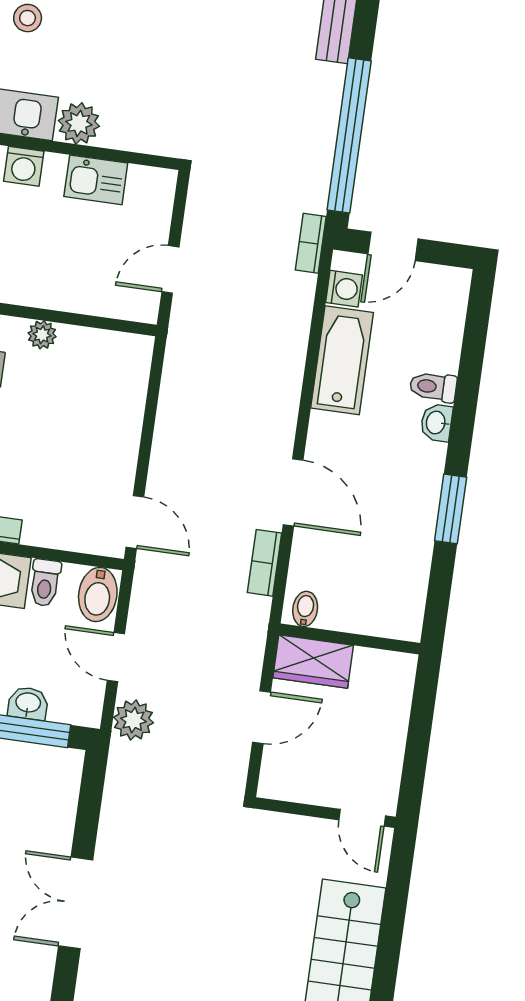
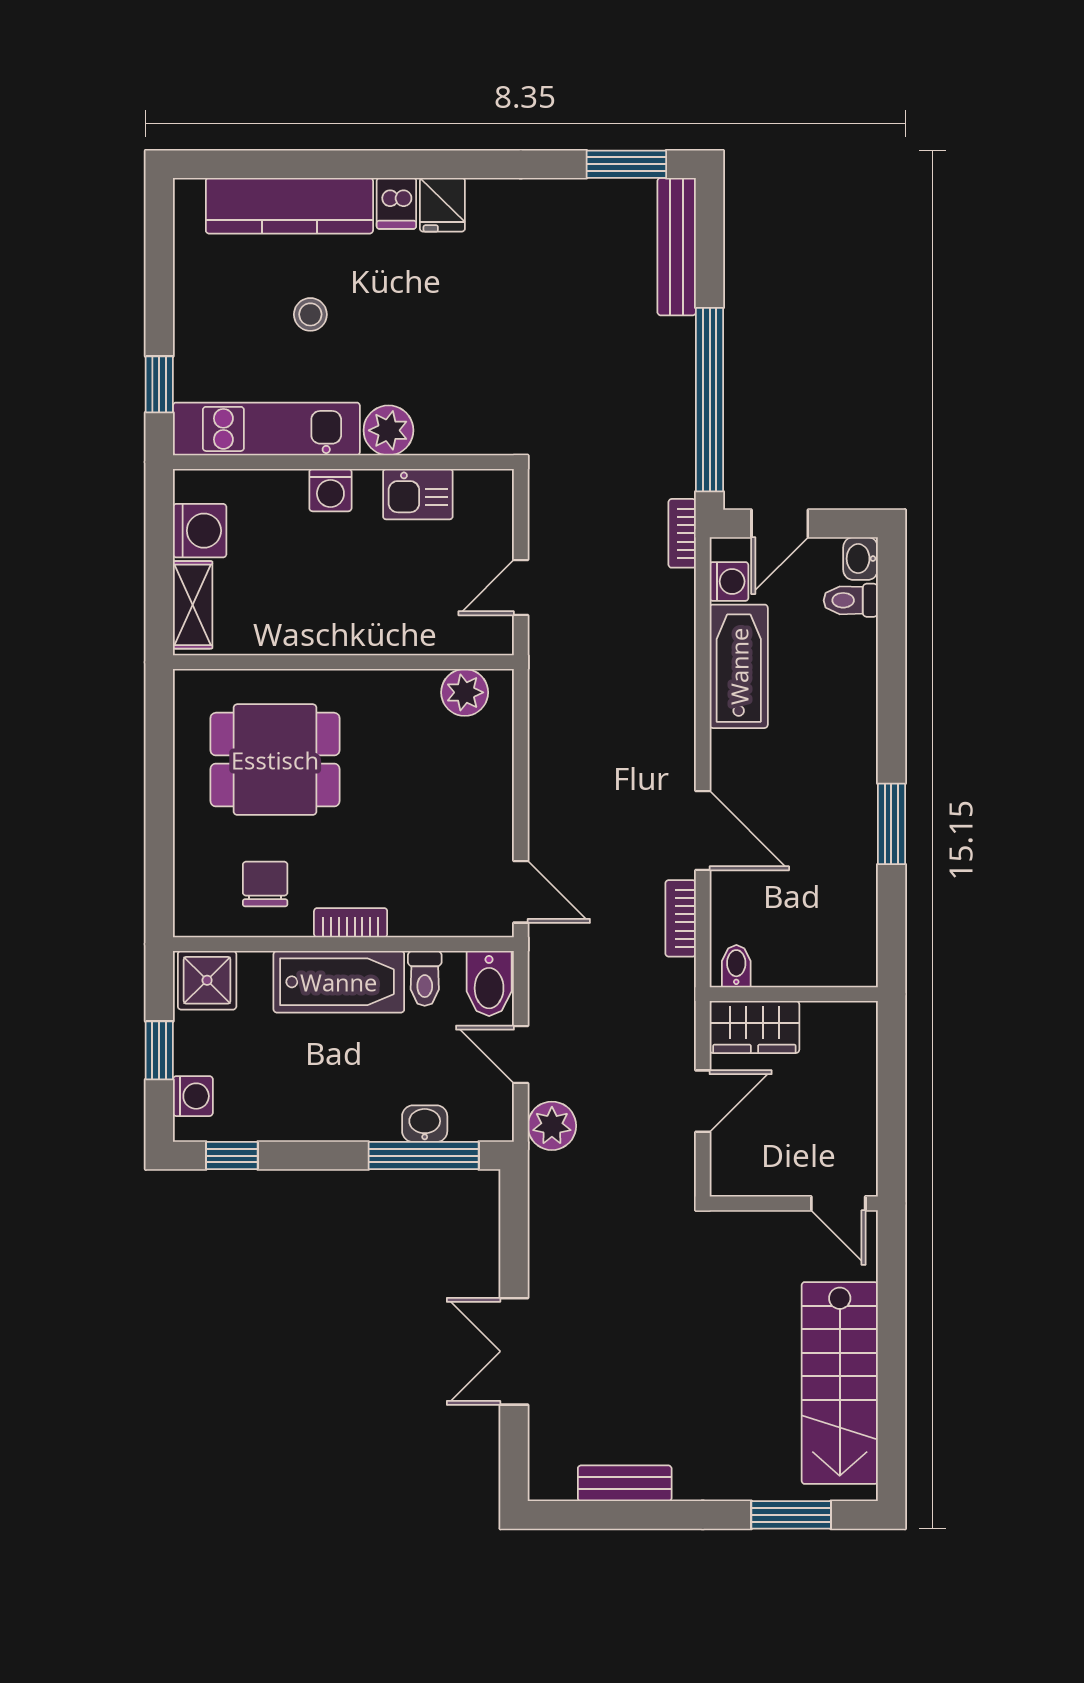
plant: (42, 335) -> (465, 692), moved, width x1.38, depth x1.38
toilet: (433, 387) -> (851, 600), moved
washbasin: (436, 423) -> (860, 559), moved

